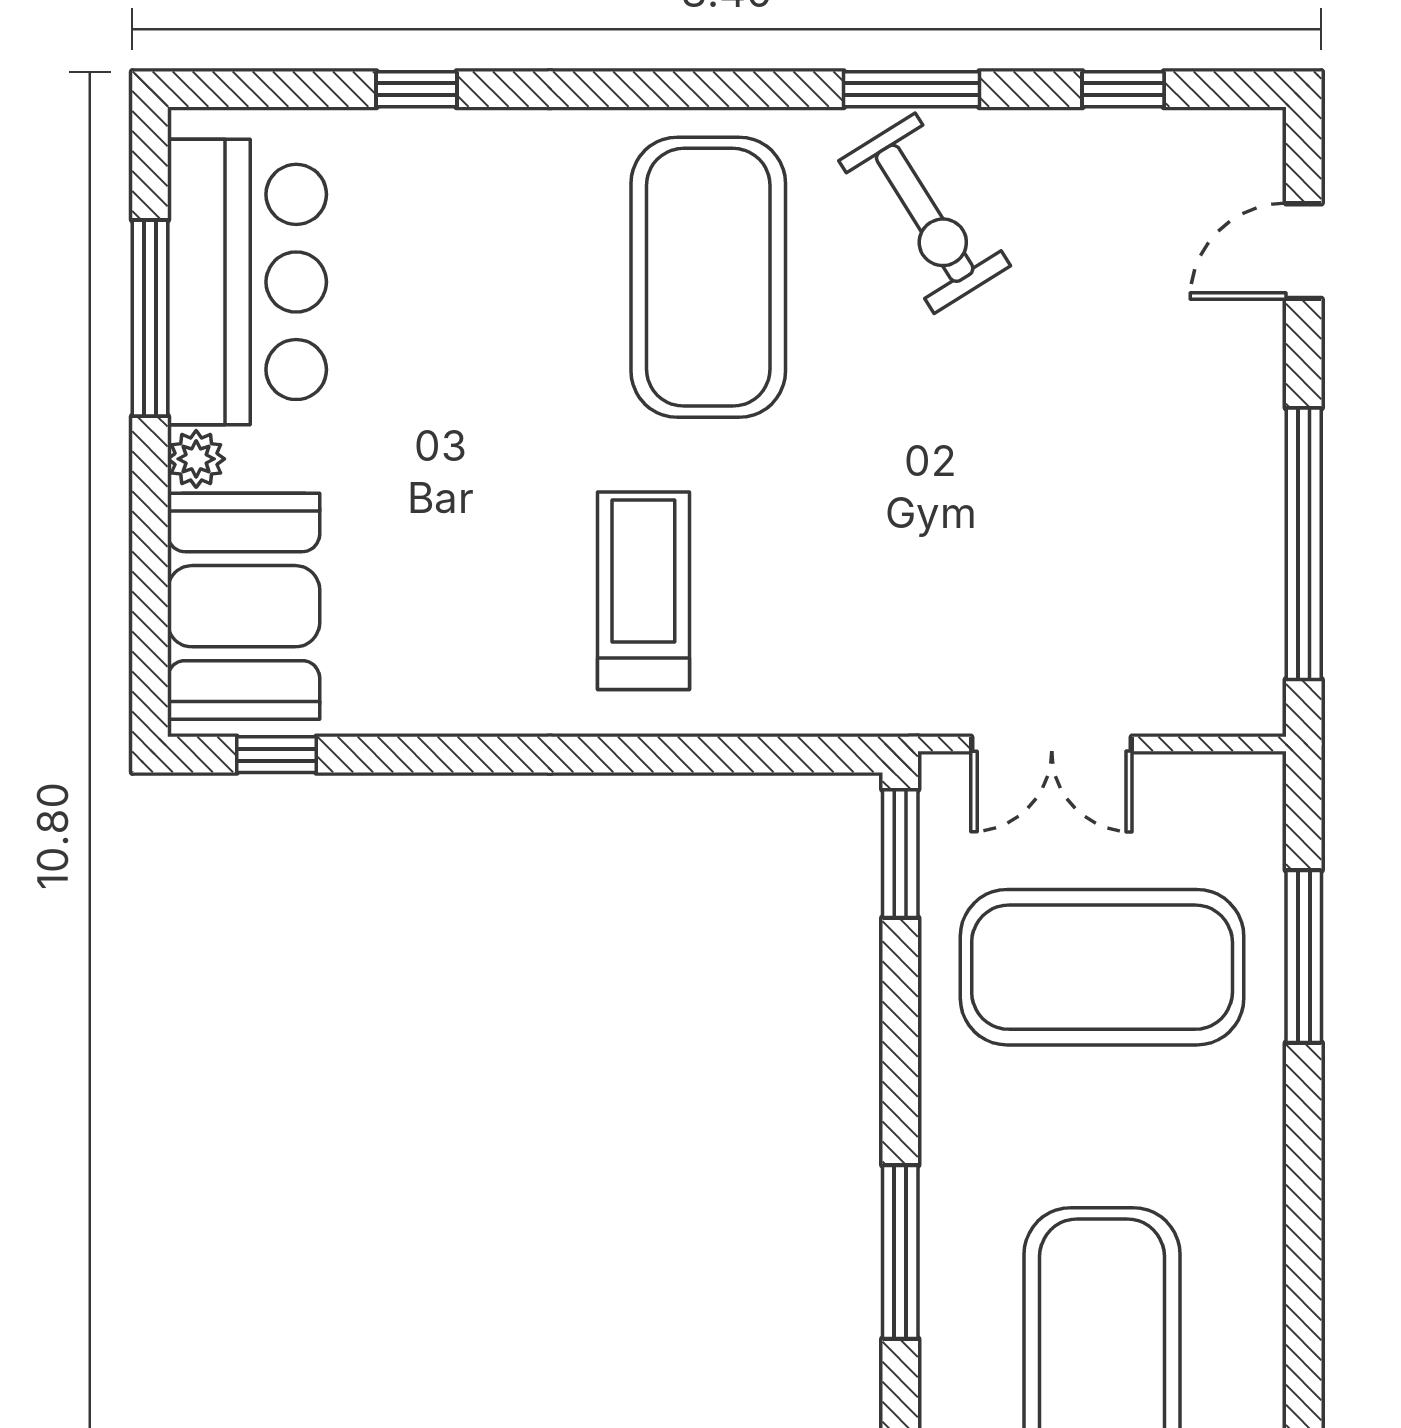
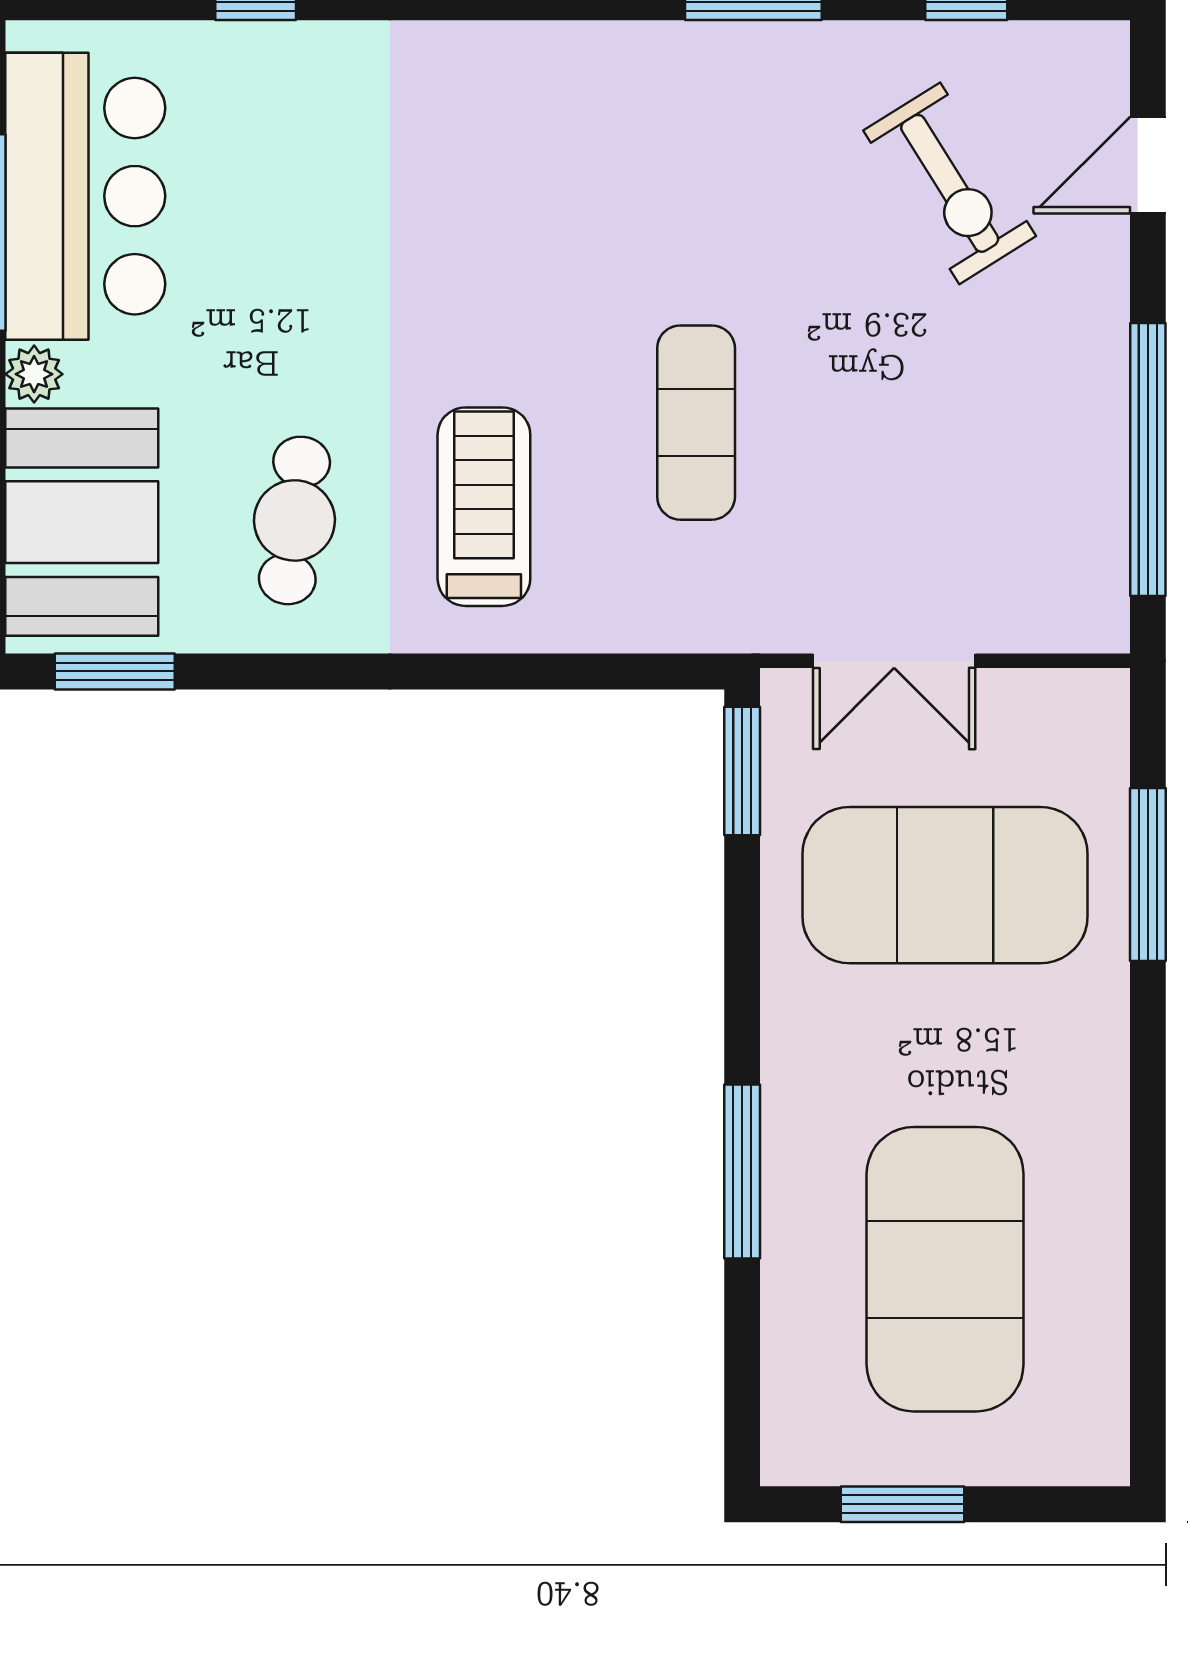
exercise bike: (925, 213) -> (950, 183), moved
exercise mat: (708, 277) -> (696, 423), moved, width x0.50, depth x0.69
cafe table: (455, 604) -> (294, 520), added
window: (276, 755) -> (115, 671), width x1.50

